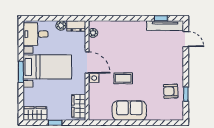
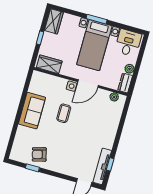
armchair: (171, 91) -> (39, 154), turned -103

